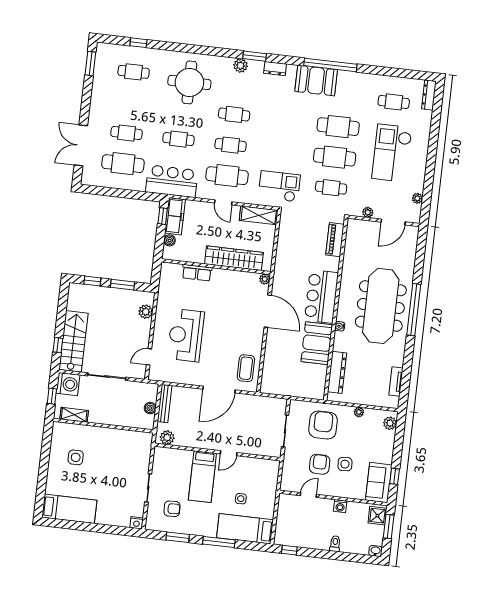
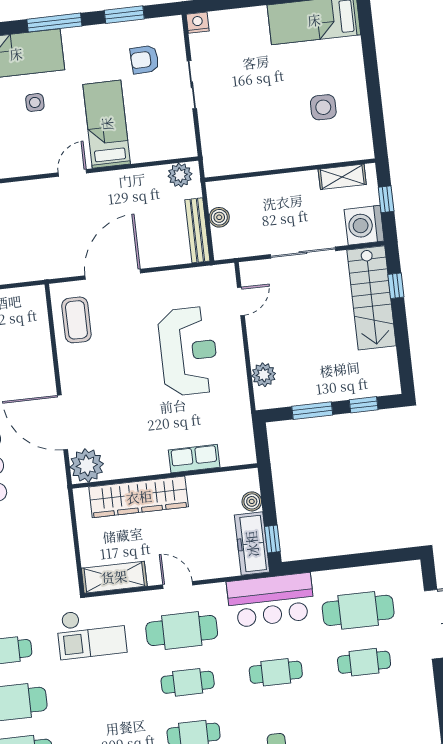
plant: (265, 279) -> (87, 465), width x1.87, depth x1.87

